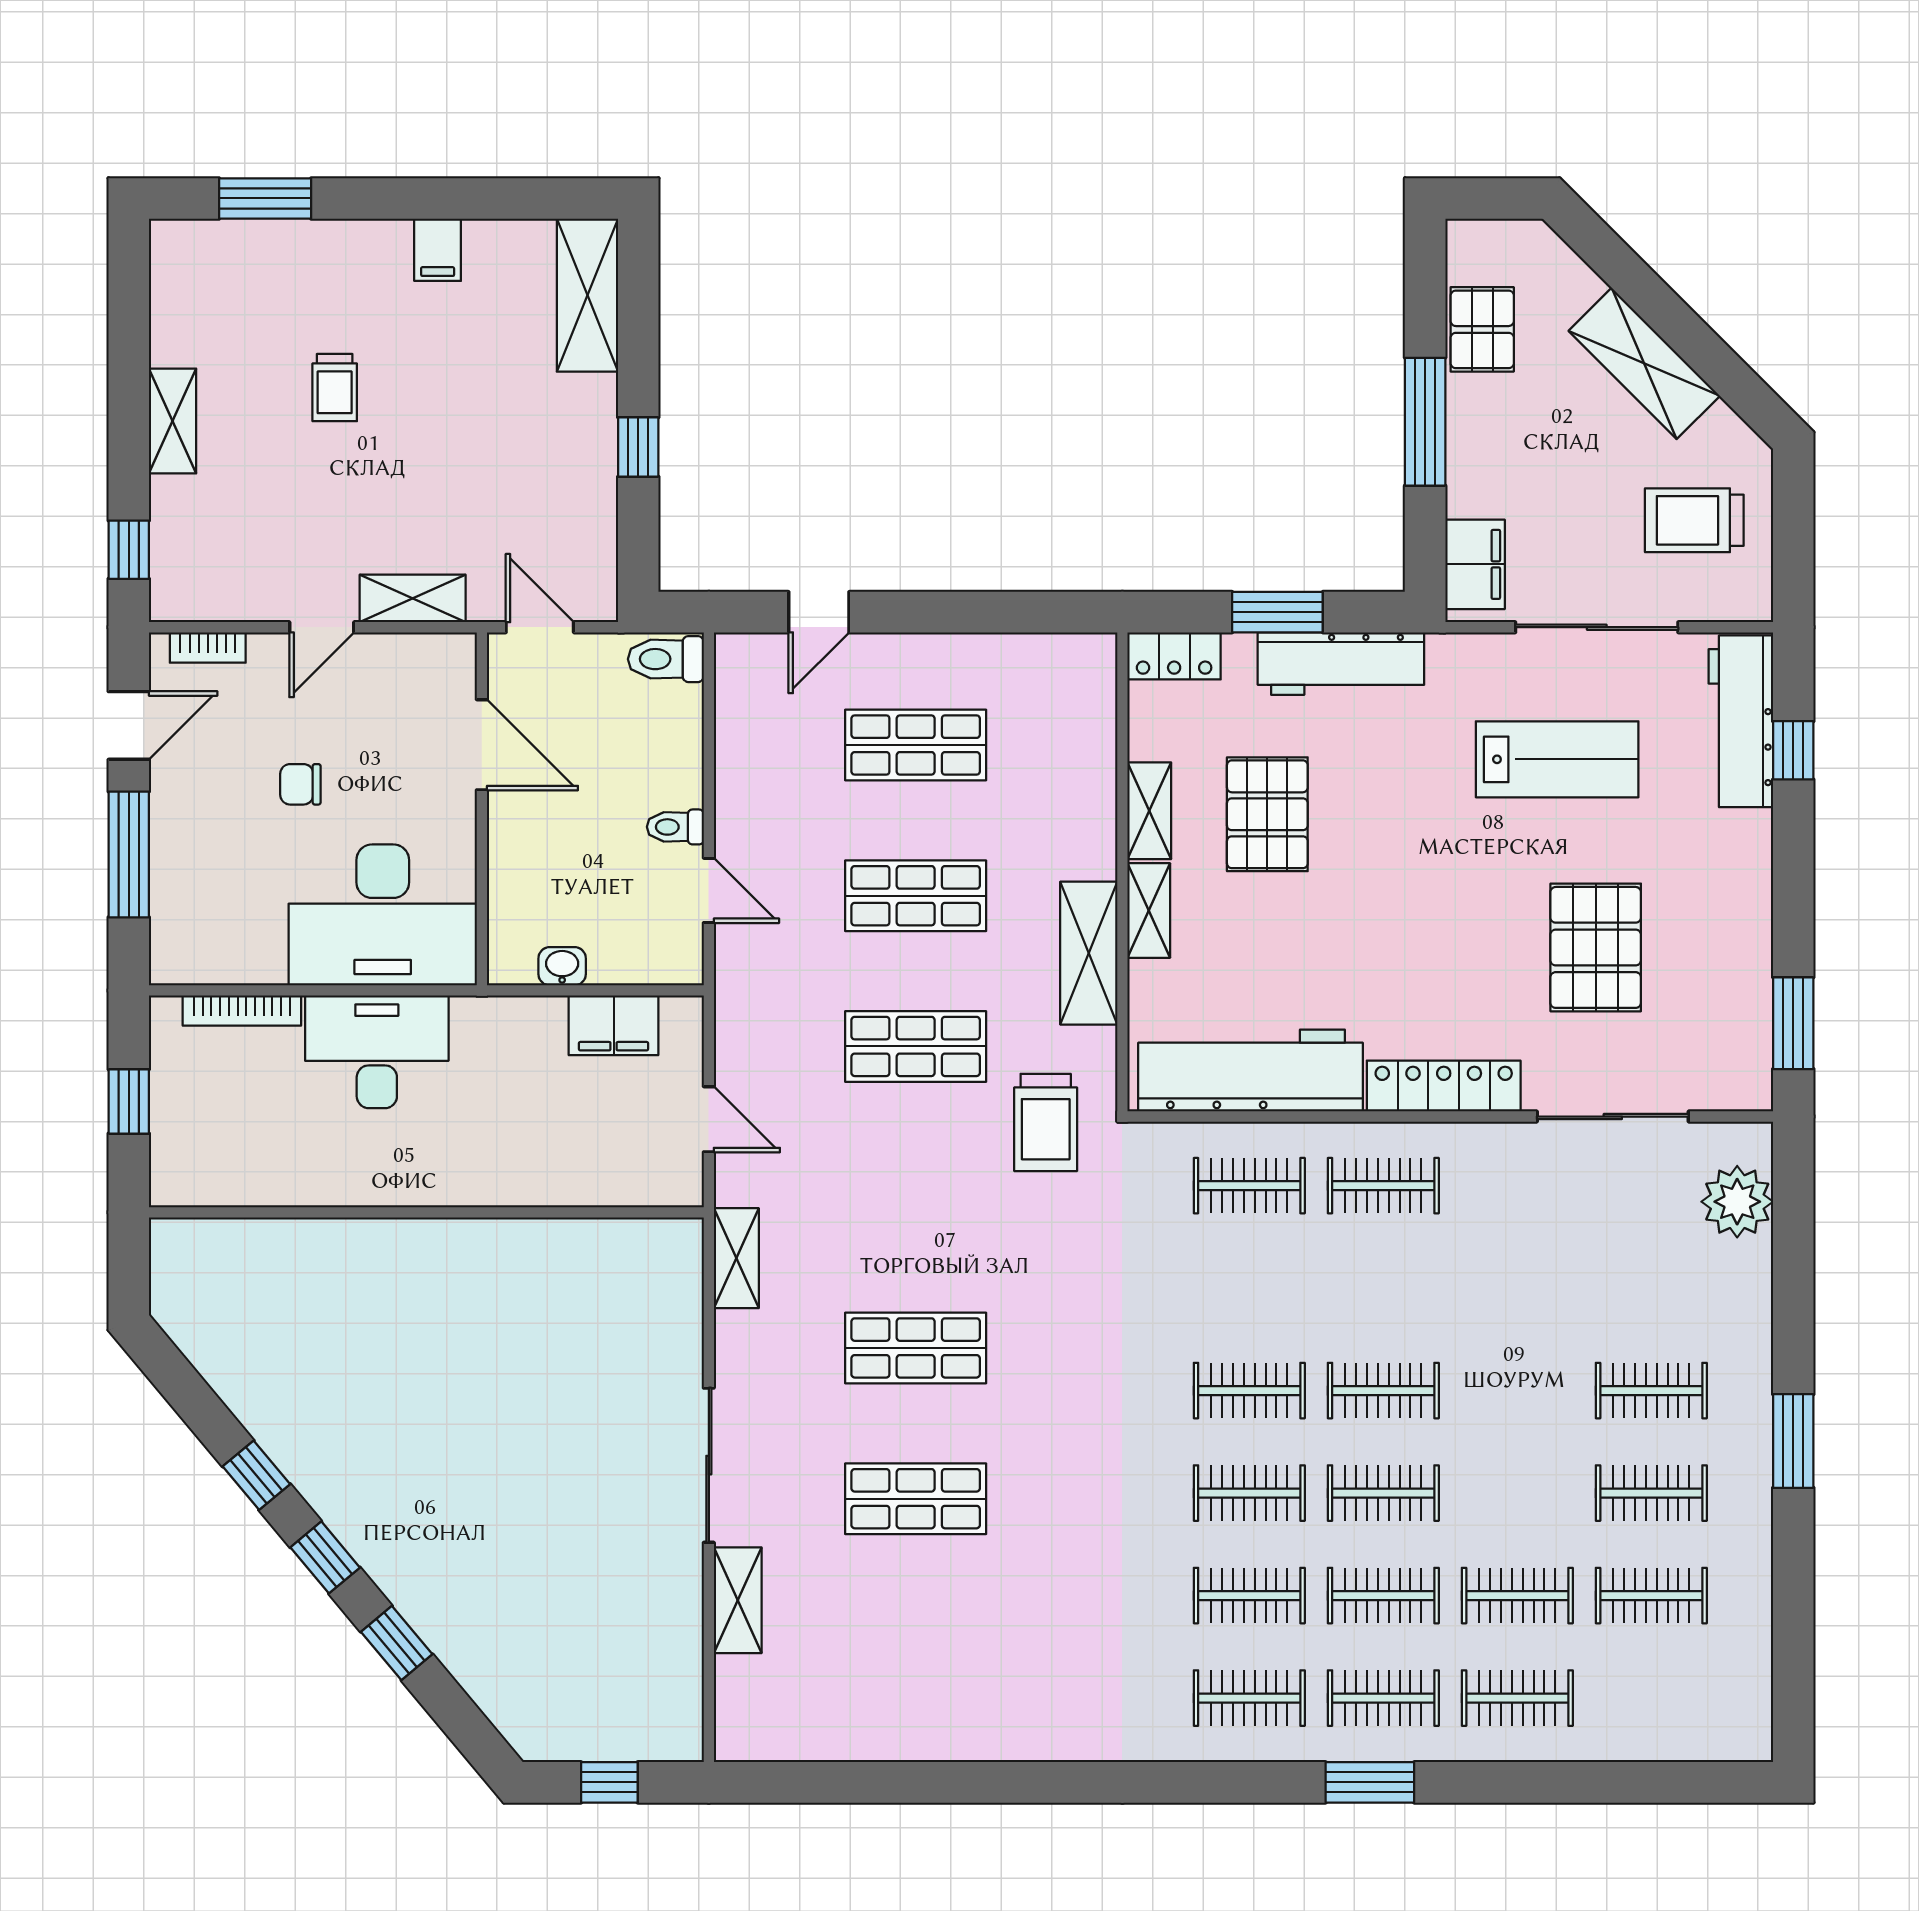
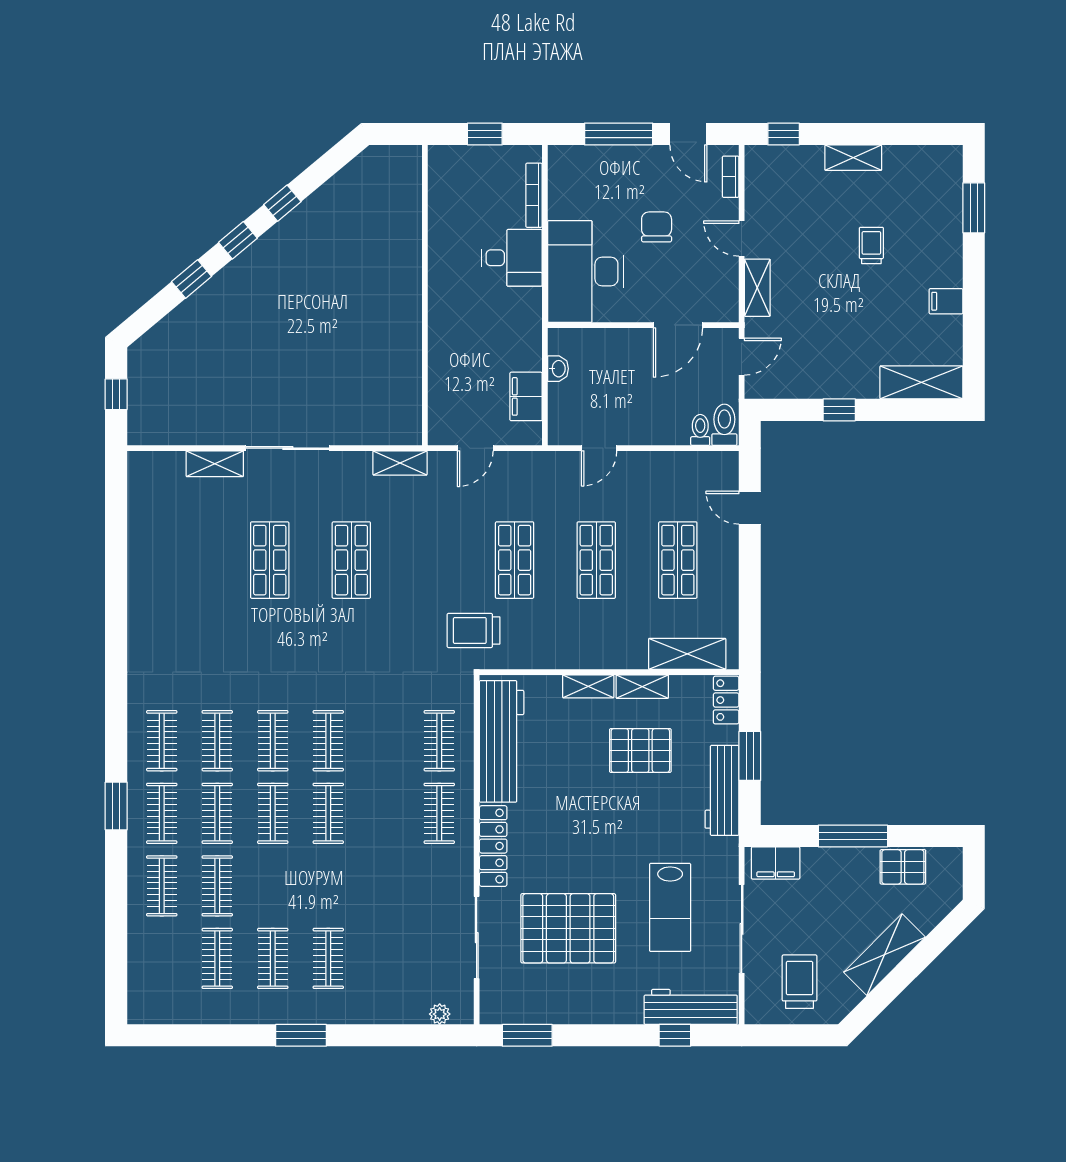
trolley: (335, 388) -> (871, 245), turned 90
chair: (300, 784) -> (657, 227), width x1.37, depth x1.37
toilet: (675, 827) -> (700, 430), moved
pallet: (1596, 947) -> (568, 928), width x1.37, depth x1.41
shelving: (1089, 953) -> (687, 654), moved
desk: (377, 1052) -> (512, 258), width x0.73
plant: (1737, 1202) -> (440, 1014), width x0.53, depth x0.53

